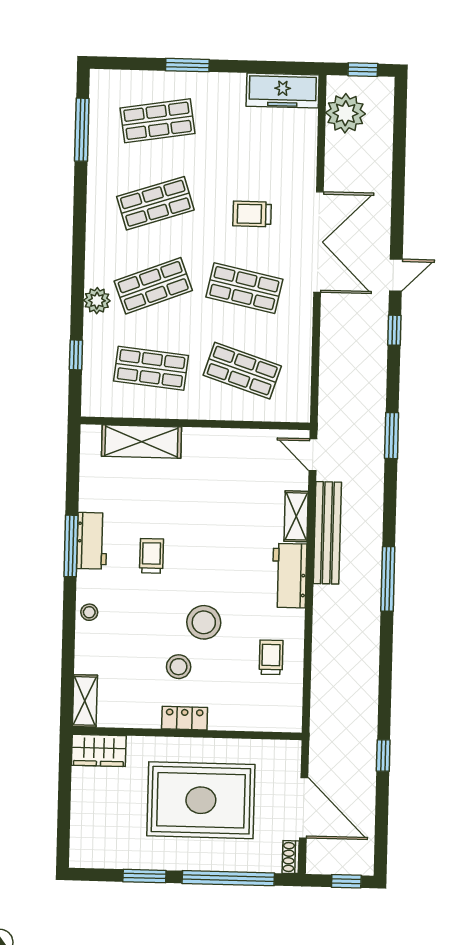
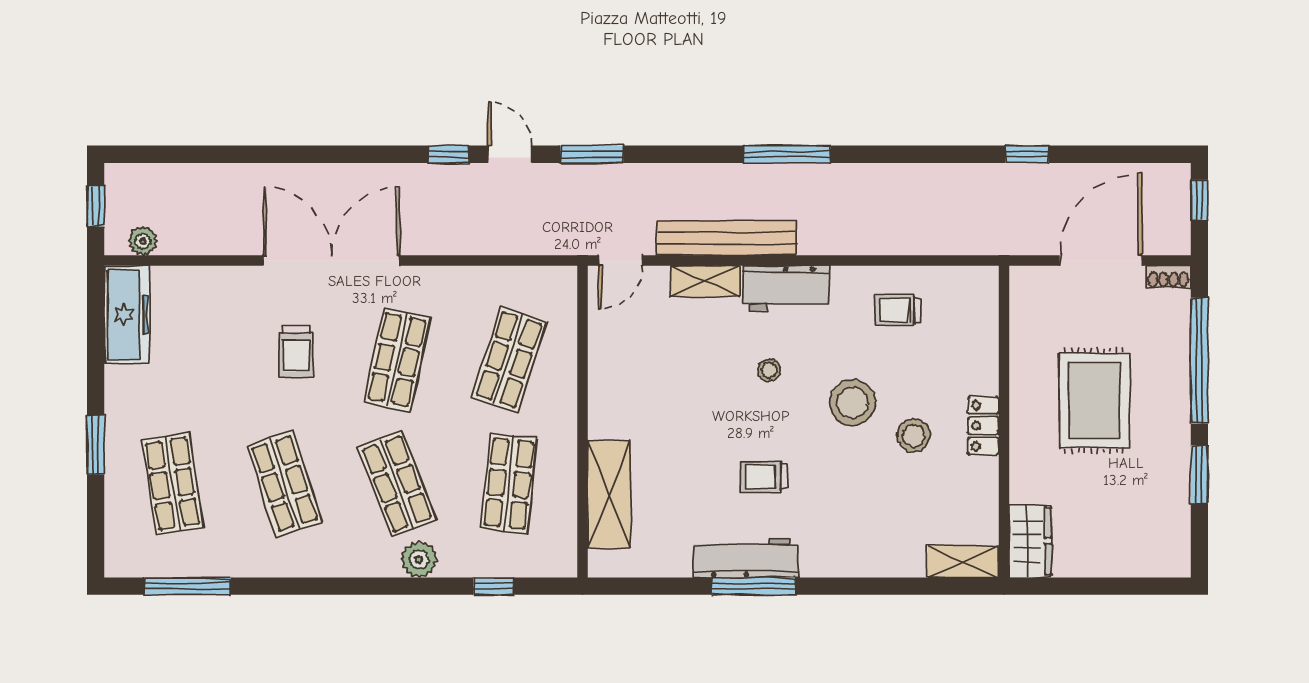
plant: (345, 113) -> (143, 241), width x0.53, depth x0.53
door: (396, 275) -> (510, 154), moved
workbench: (92, 541) -> (746, 558), width x1.37
stool: (89, 612) -> (769, 370), moved
rug: (201, 800) -> (1094, 400), width x0.73, depth x0.69

